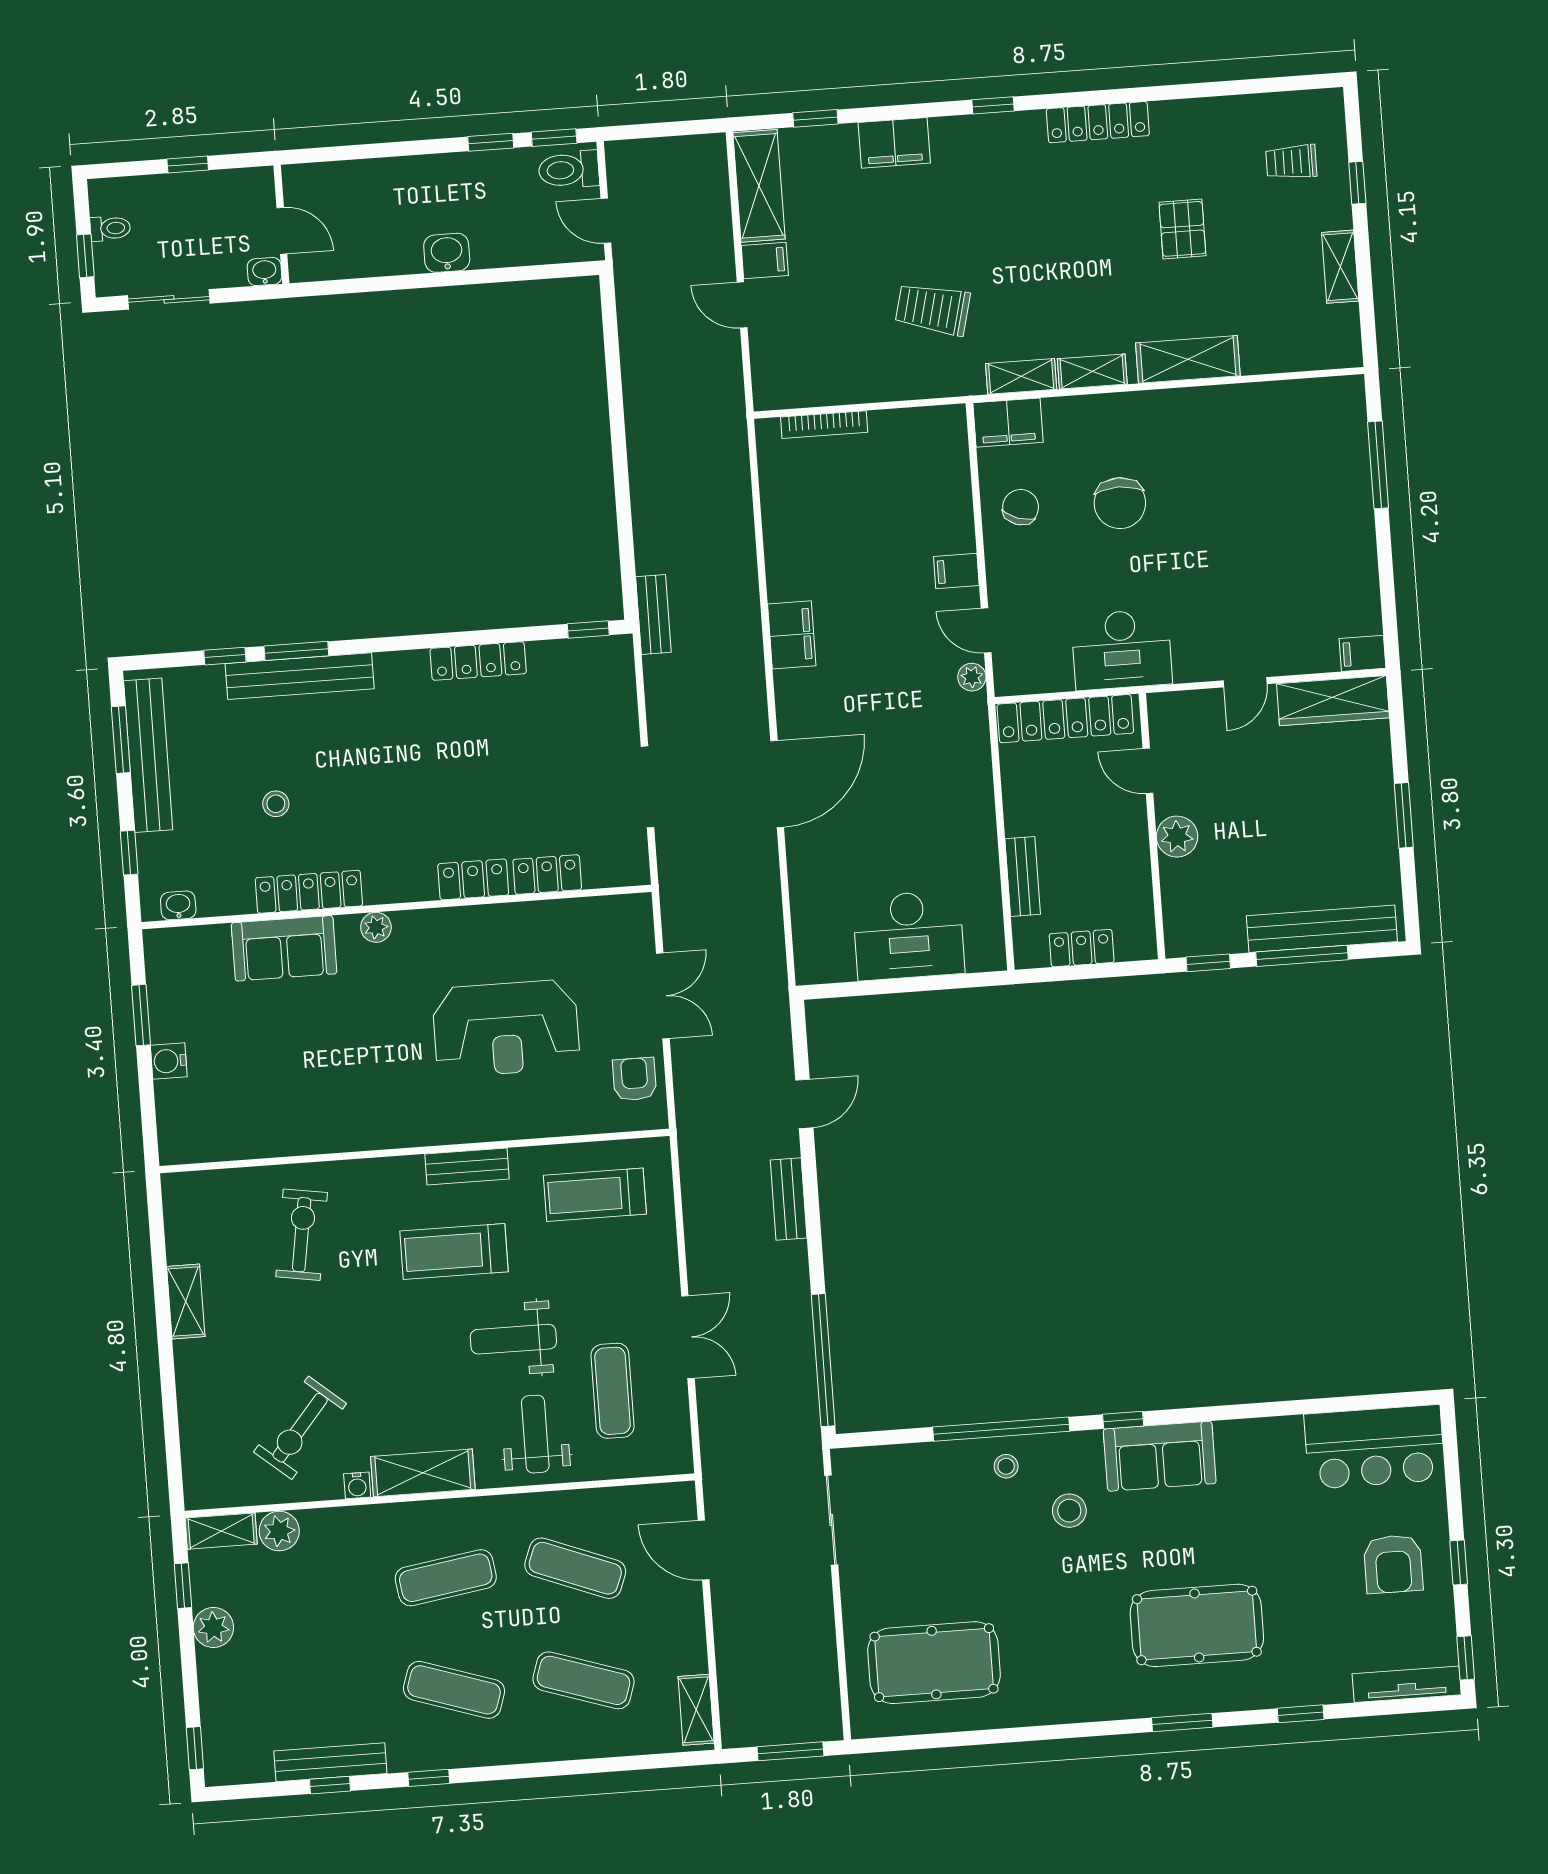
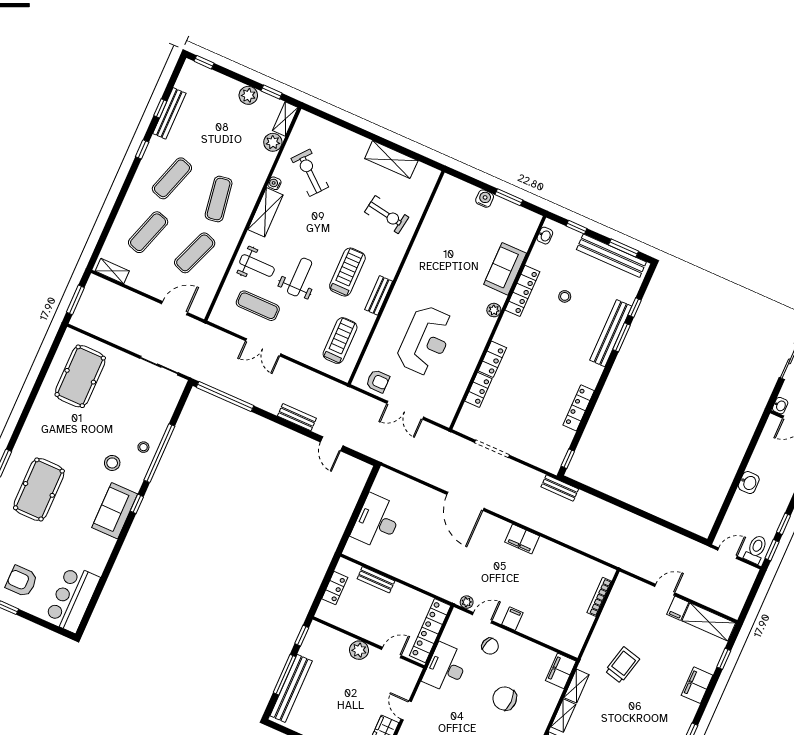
chair: (1021, 507) -> (490, 646), moved
reception desk: (506, 1028) -> (426, 341), turned 180
shelving: (186, 1302) -> (391, 160), width x1.50, depth x1.33

